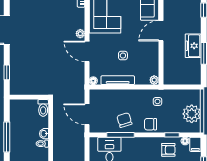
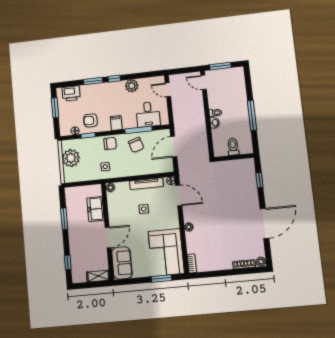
freezer: (193, 46) -> (96, 209), moved, turned 180
door: (87, 51) -> (179, 195), moved
toilet: (43, 108) -> (233, 147), moved
door: (87, 114) -> (174, 147), swing flipped
filing cabinet: (195, 144) -> (116, 123), moved

